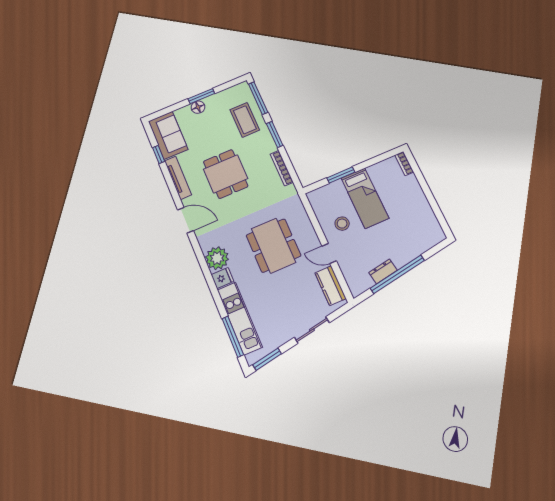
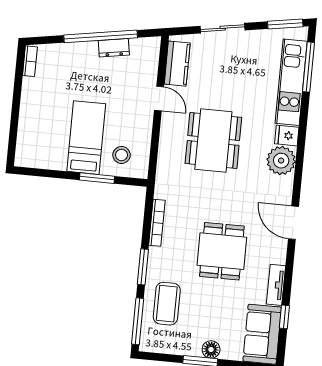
bookcase: (404, 164) -> (30, 61), moved
tv unit: (178, 178) -> (276, 285), width x0.71
stool: (342, 224) -> (122, 155), moved

